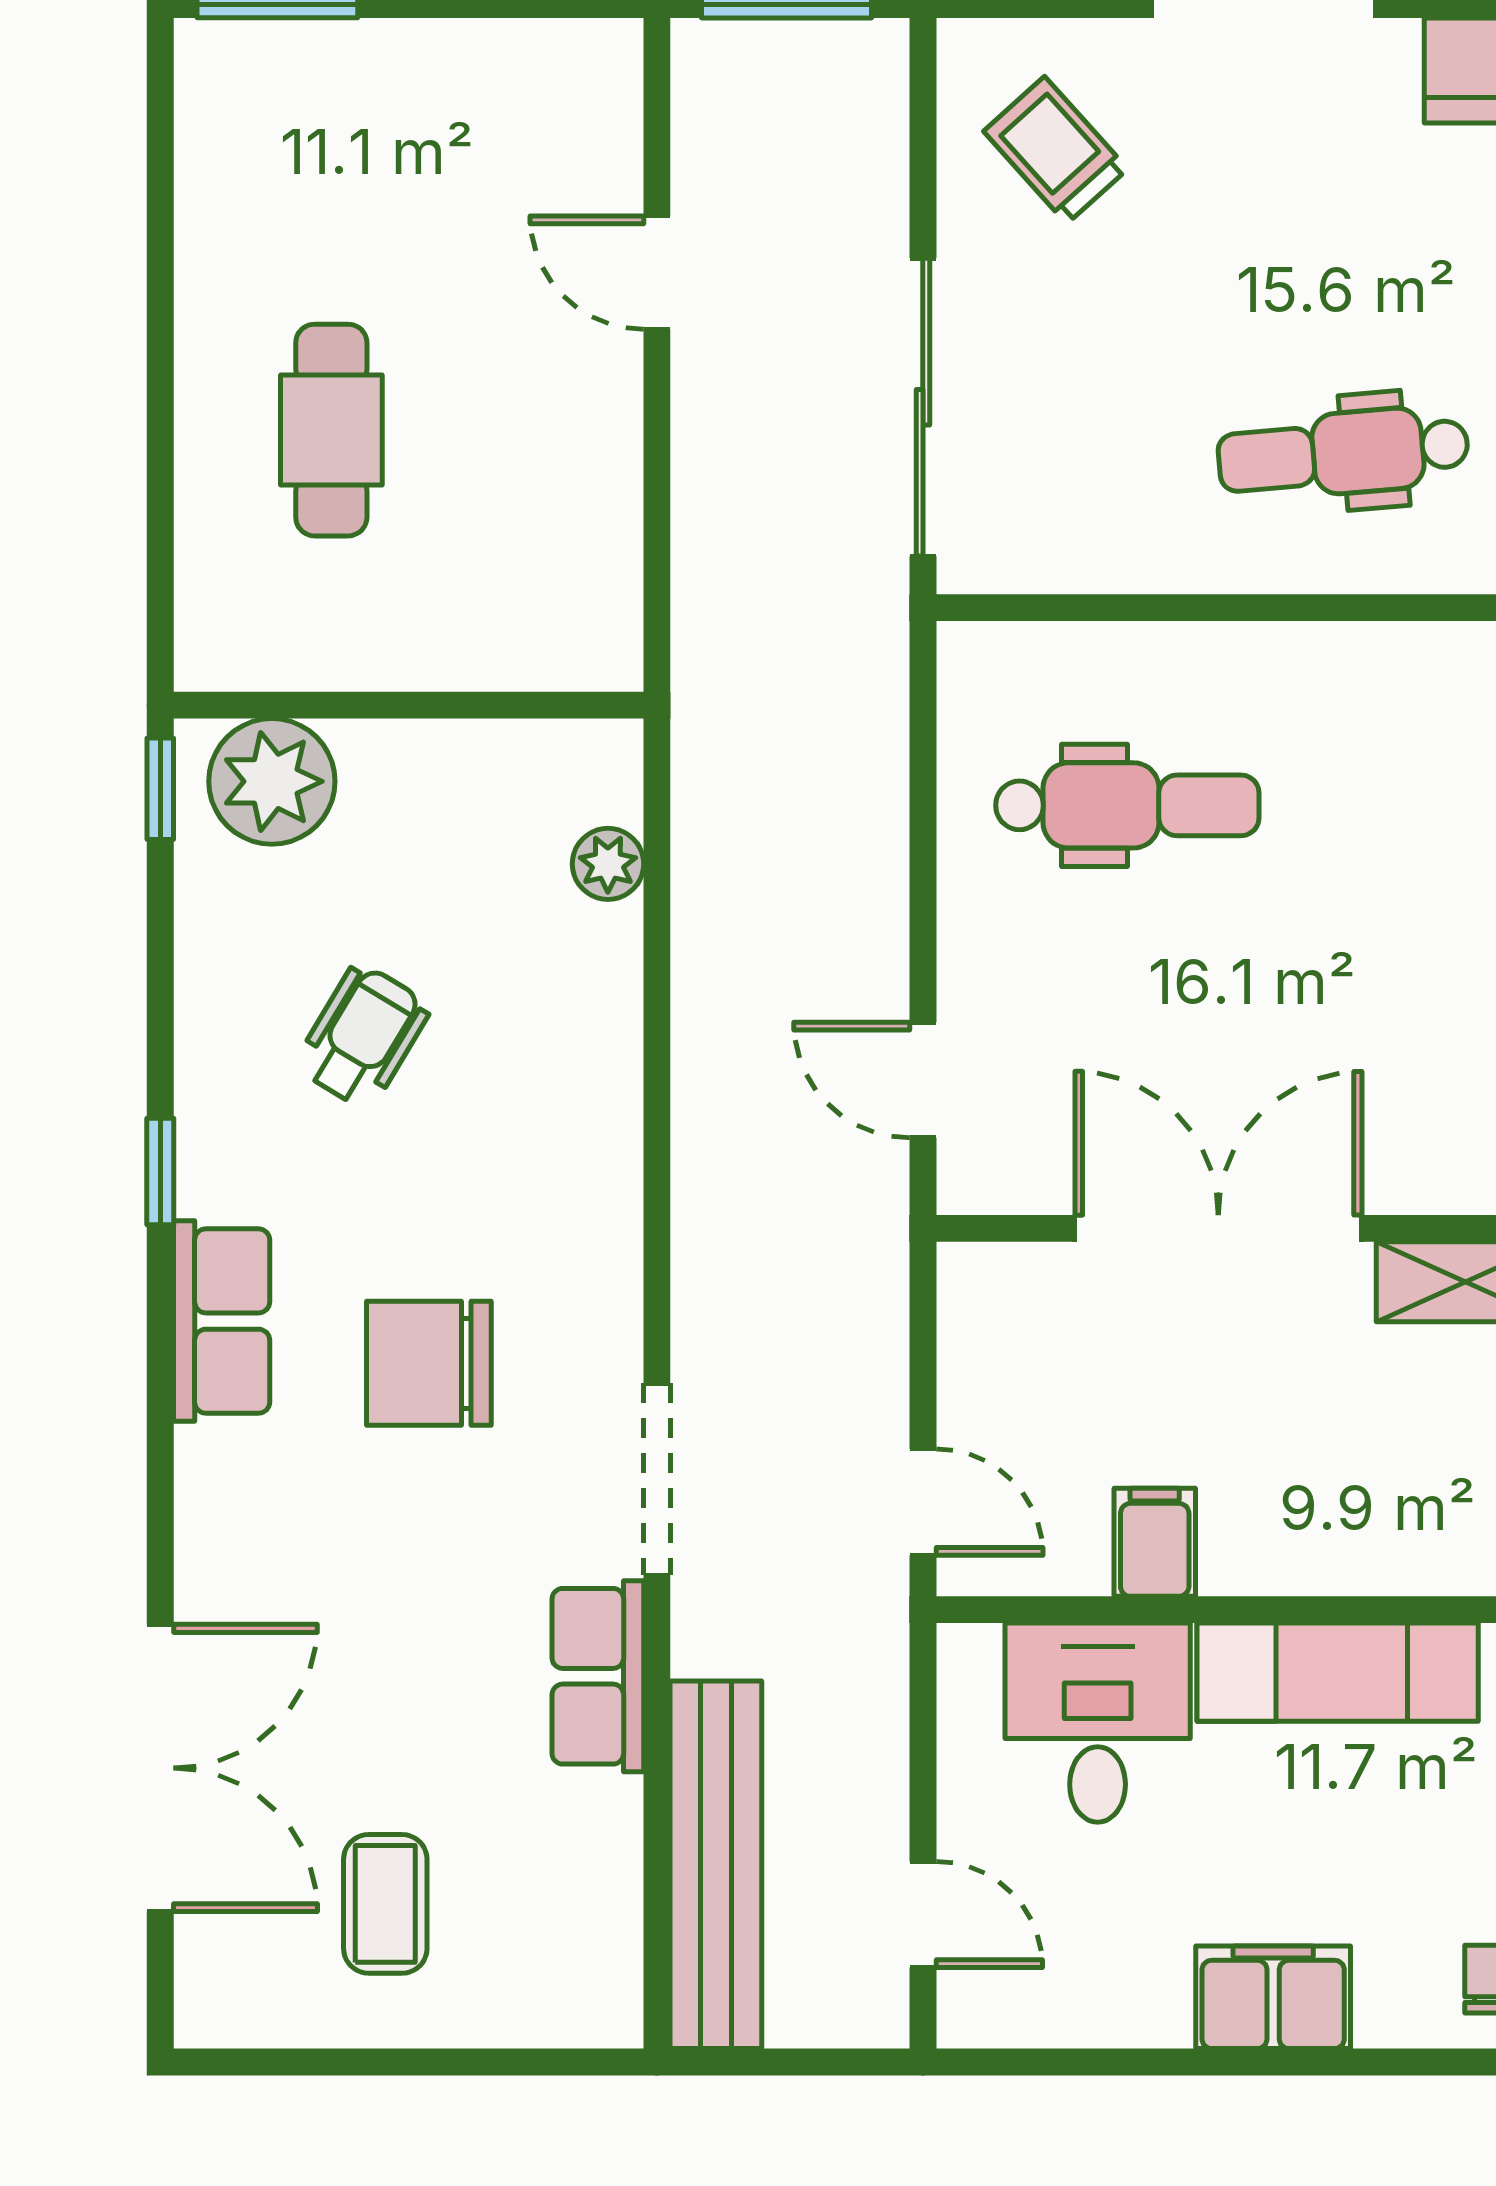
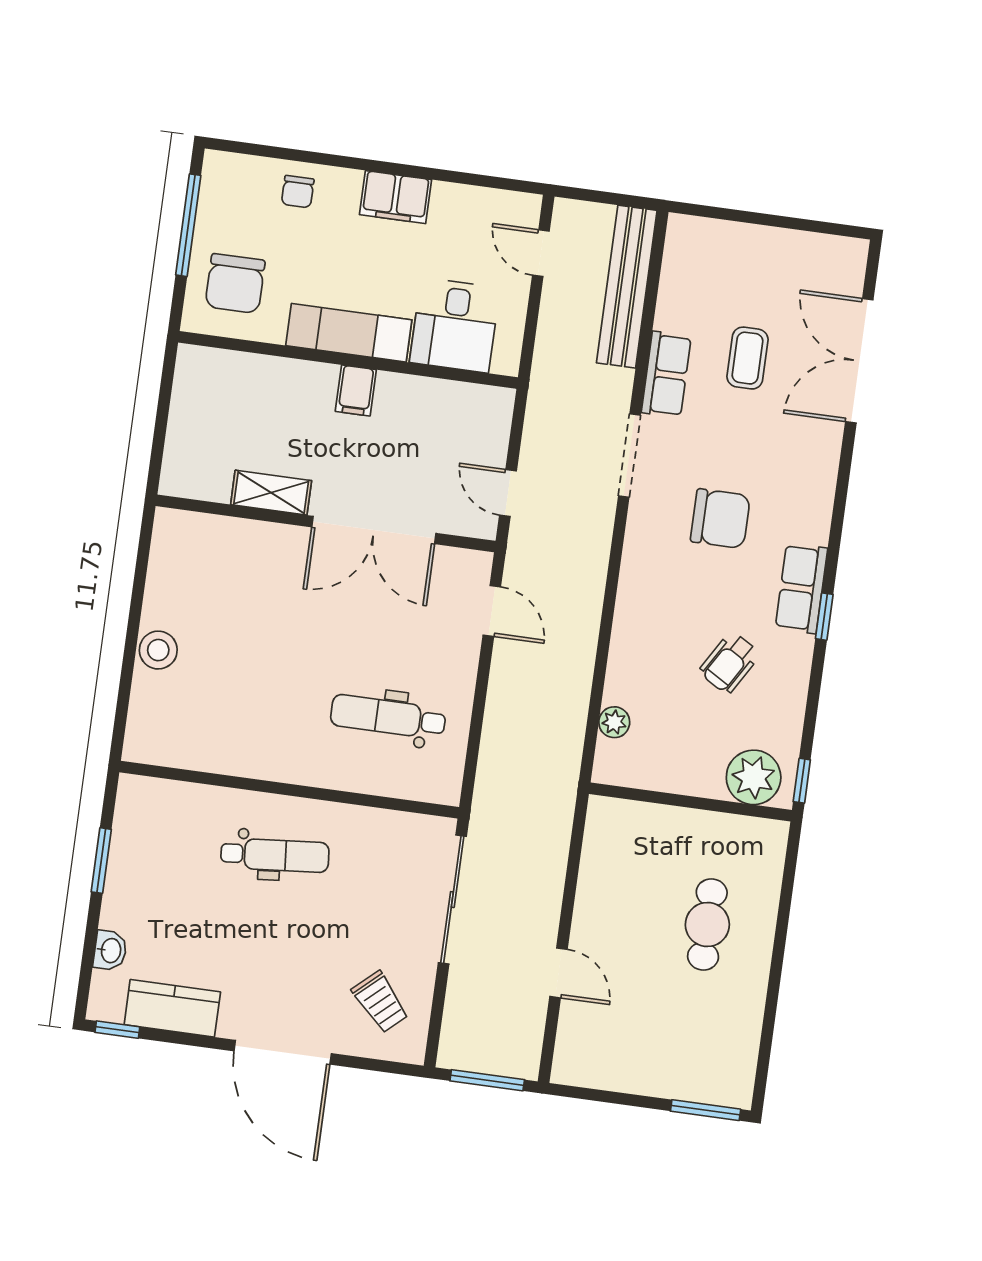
row of seats: (222, 1321) -> (801, 588), moved
door: (923, 1502) -> (508, 493), moved
filing cabinet: (1155, 1542) -> (356, 390), moved
coffee table: (385, 1904) -> (747, 358), moved

